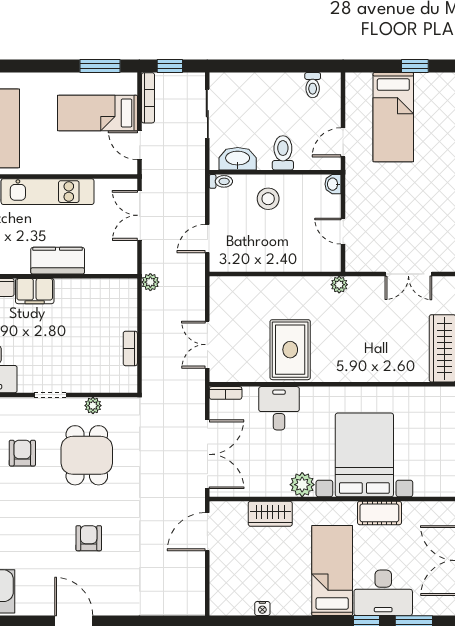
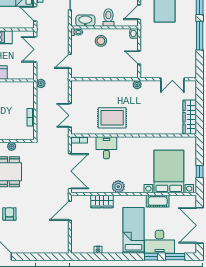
rug: (290, 350) -> (112, 118), turned 90
bed with nightstands: (364, 455) -> (169, 171), moved

